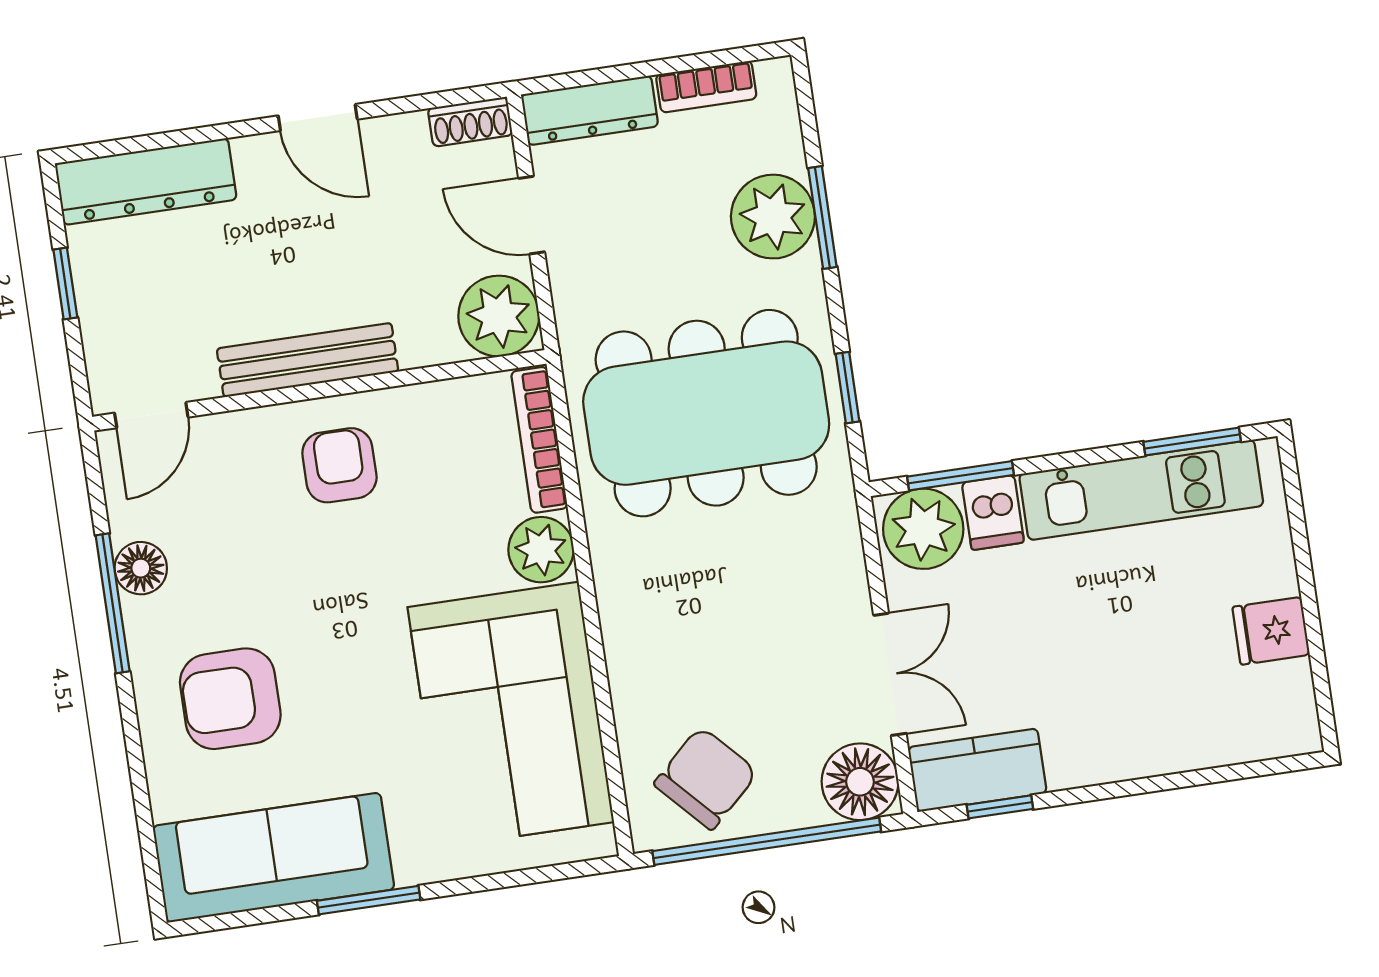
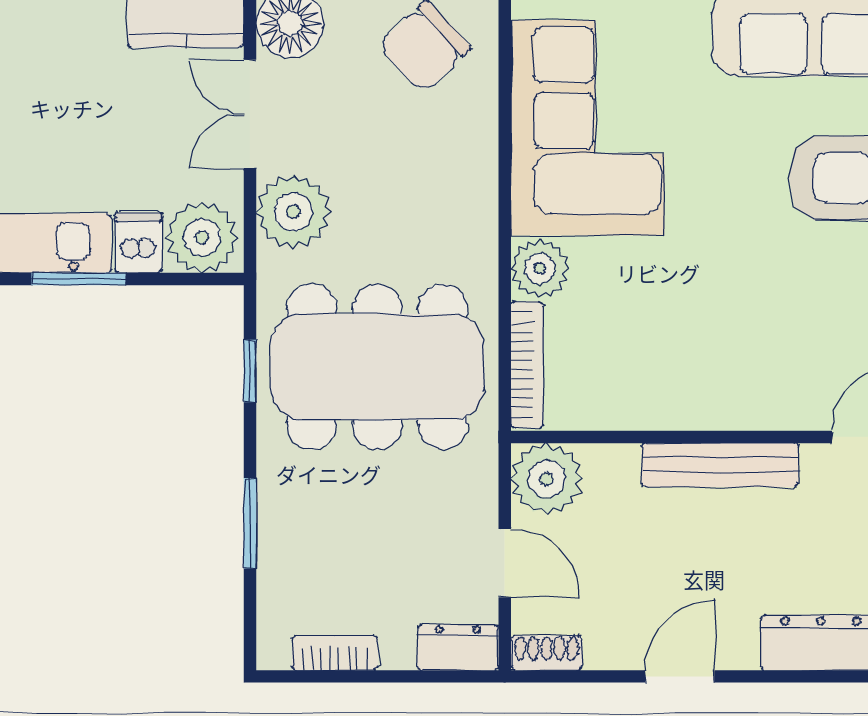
dresser: (590, 110) -> (458, 647), width x0.70
door: (318, 117) -> (680, 676), hinge flipped
plant: (773, 217) -> (293, 212), moved
armchair: (339, 465) -> (706, 369), removed
window: (961, 476) -> (79, 279), moved

